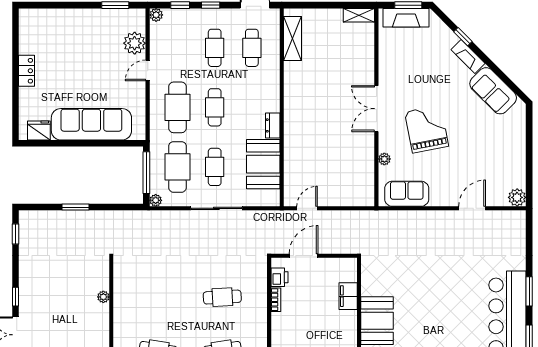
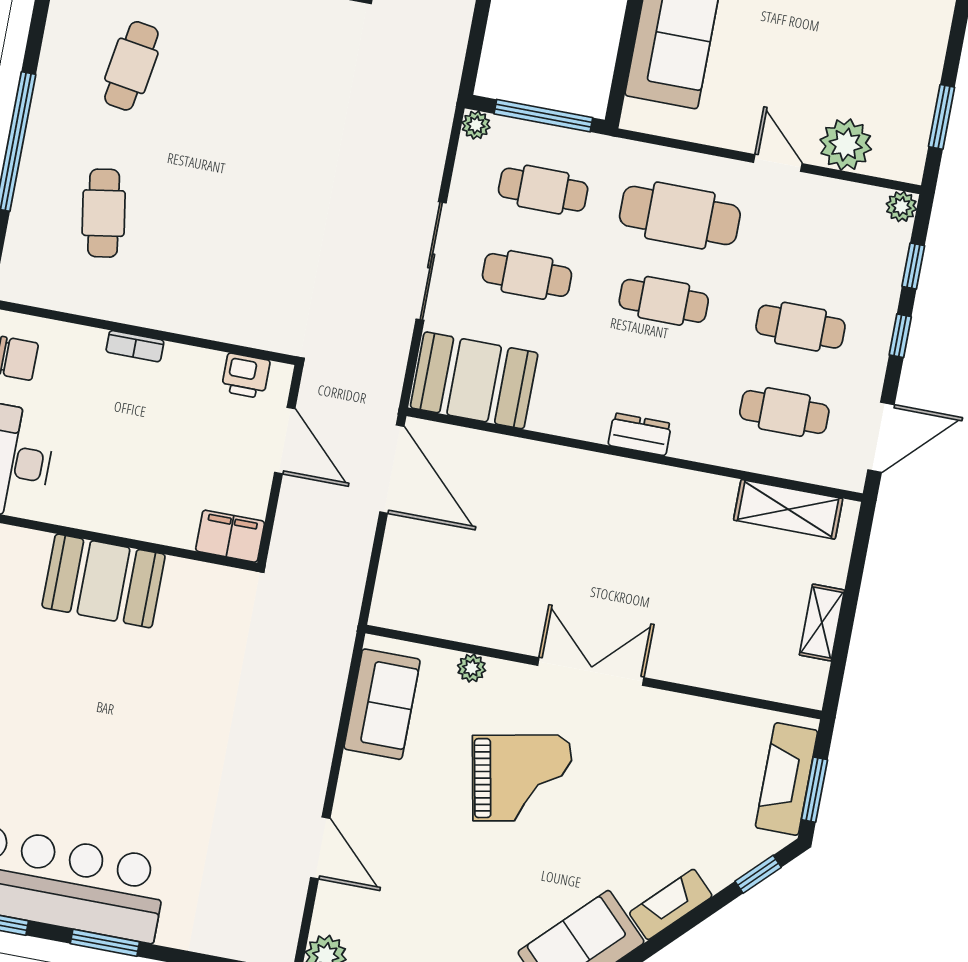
shelving: (359, 15) -> (822, 622), moved
window: (463, 37) -> (758, 874), moved
dresser: (273, 125) -> (640, 434), moved
booth: (263, 164) -> (474, 380), moved
cafe table: (177, 167) -> (543, 190), width x0.73, depth x0.74
door: (307, 208) -> (392, 469), width x1.88
filing cabinet: (348, 296) -> (230, 536), moved
cafe table: (222, 297) -> (225, 236), removed
bookcase: (276, 300) -> (135, 346), moved

